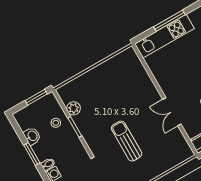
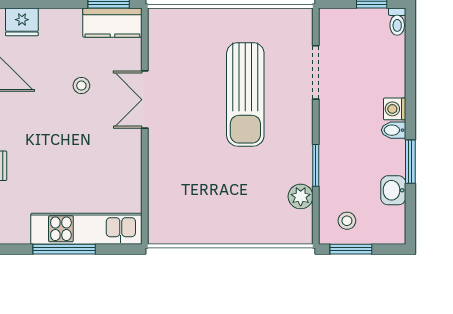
double door: (172, 112) -> (145, 100), swing flipped
stool: (56, 123) -> (347, 221), moved
sun lounger: (127, 141) -> (245, 94), width x1.36, depth x1.34

